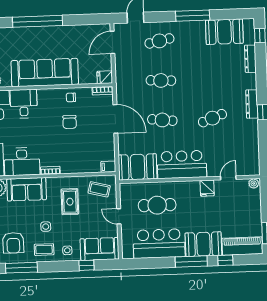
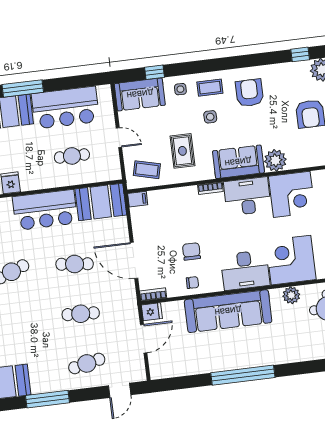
door: (113, 42) -> (144, 339), moved
desk: (24, 104) -> (245, 270), width x1.37
cafe table: (157, 205) -> (72, 156), width x0.73, depth x0.74
window: (21, 268) -> (236, 62), removed

